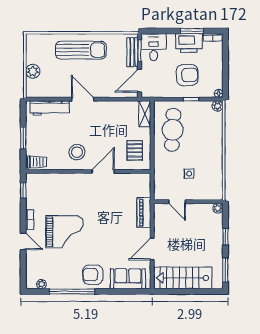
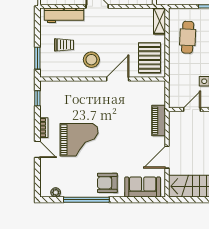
cafe table: (173, 130) -> (188, 37), width x0.73, depth x0.74
window: (23, 138) -> (37, 58), moved
pallet: (135, 150) -> (149, 58), width x1.50, depth x1.42
trolley: (37, 162) -> (64, 45), moved
door: (177, 202) -> (192, 110), swing flipped

